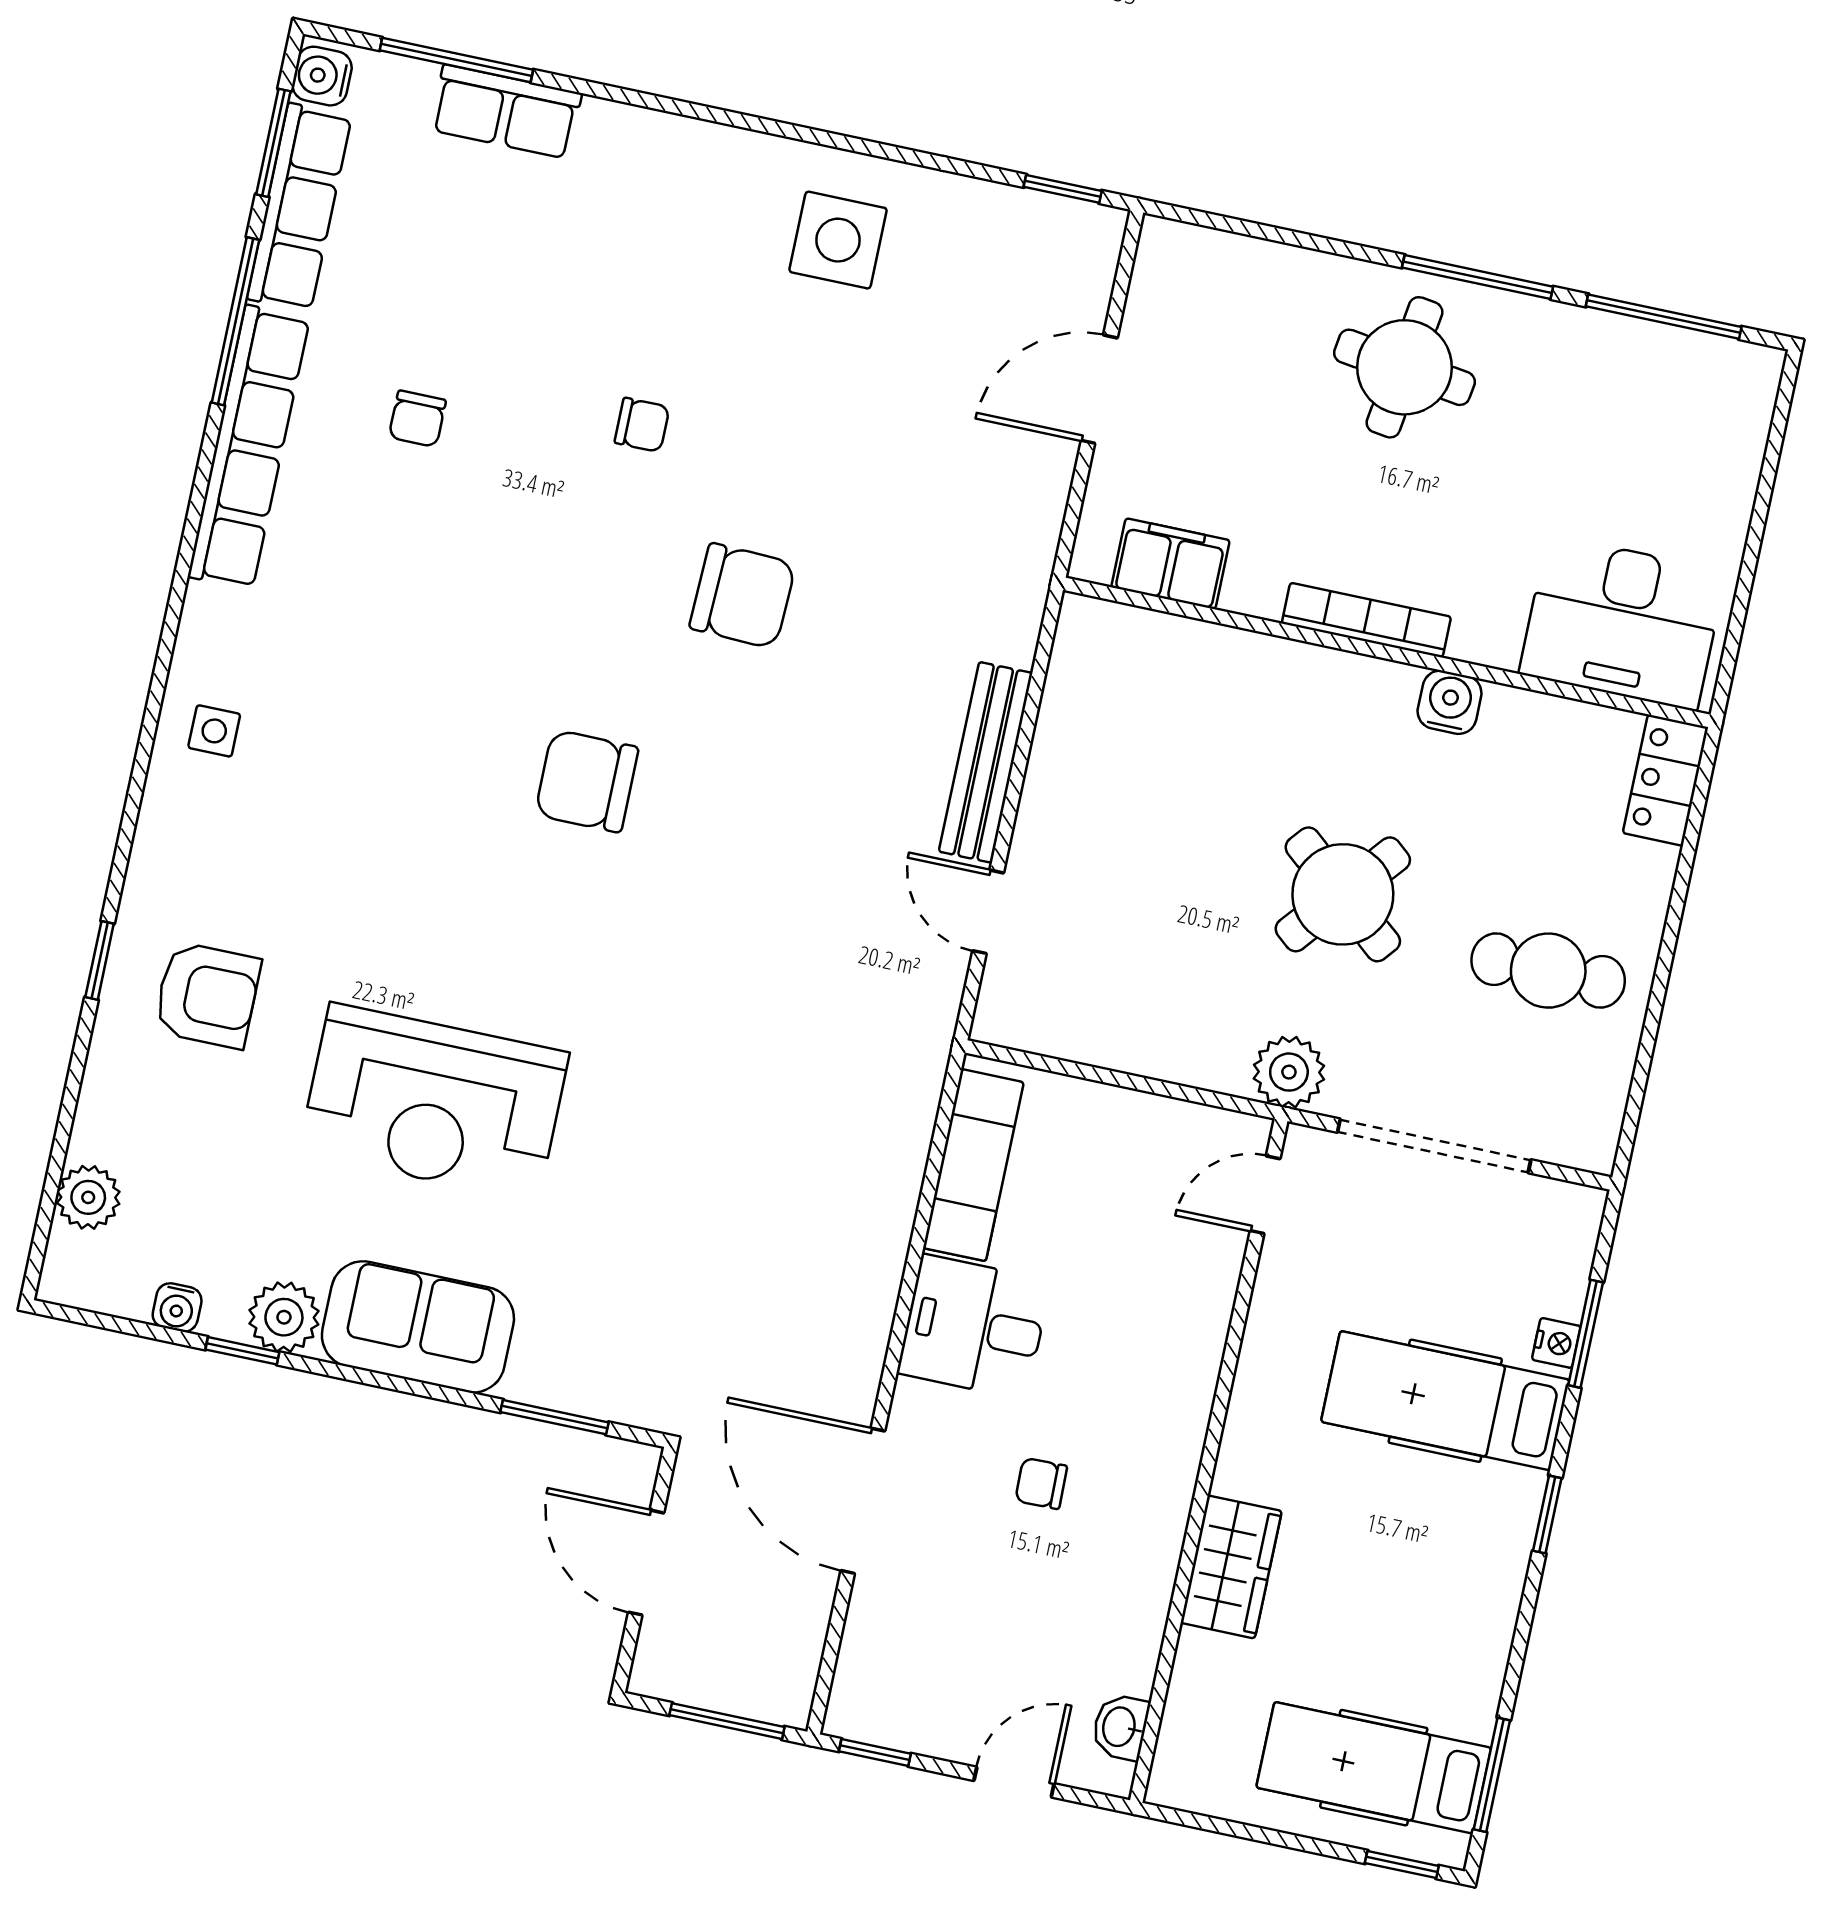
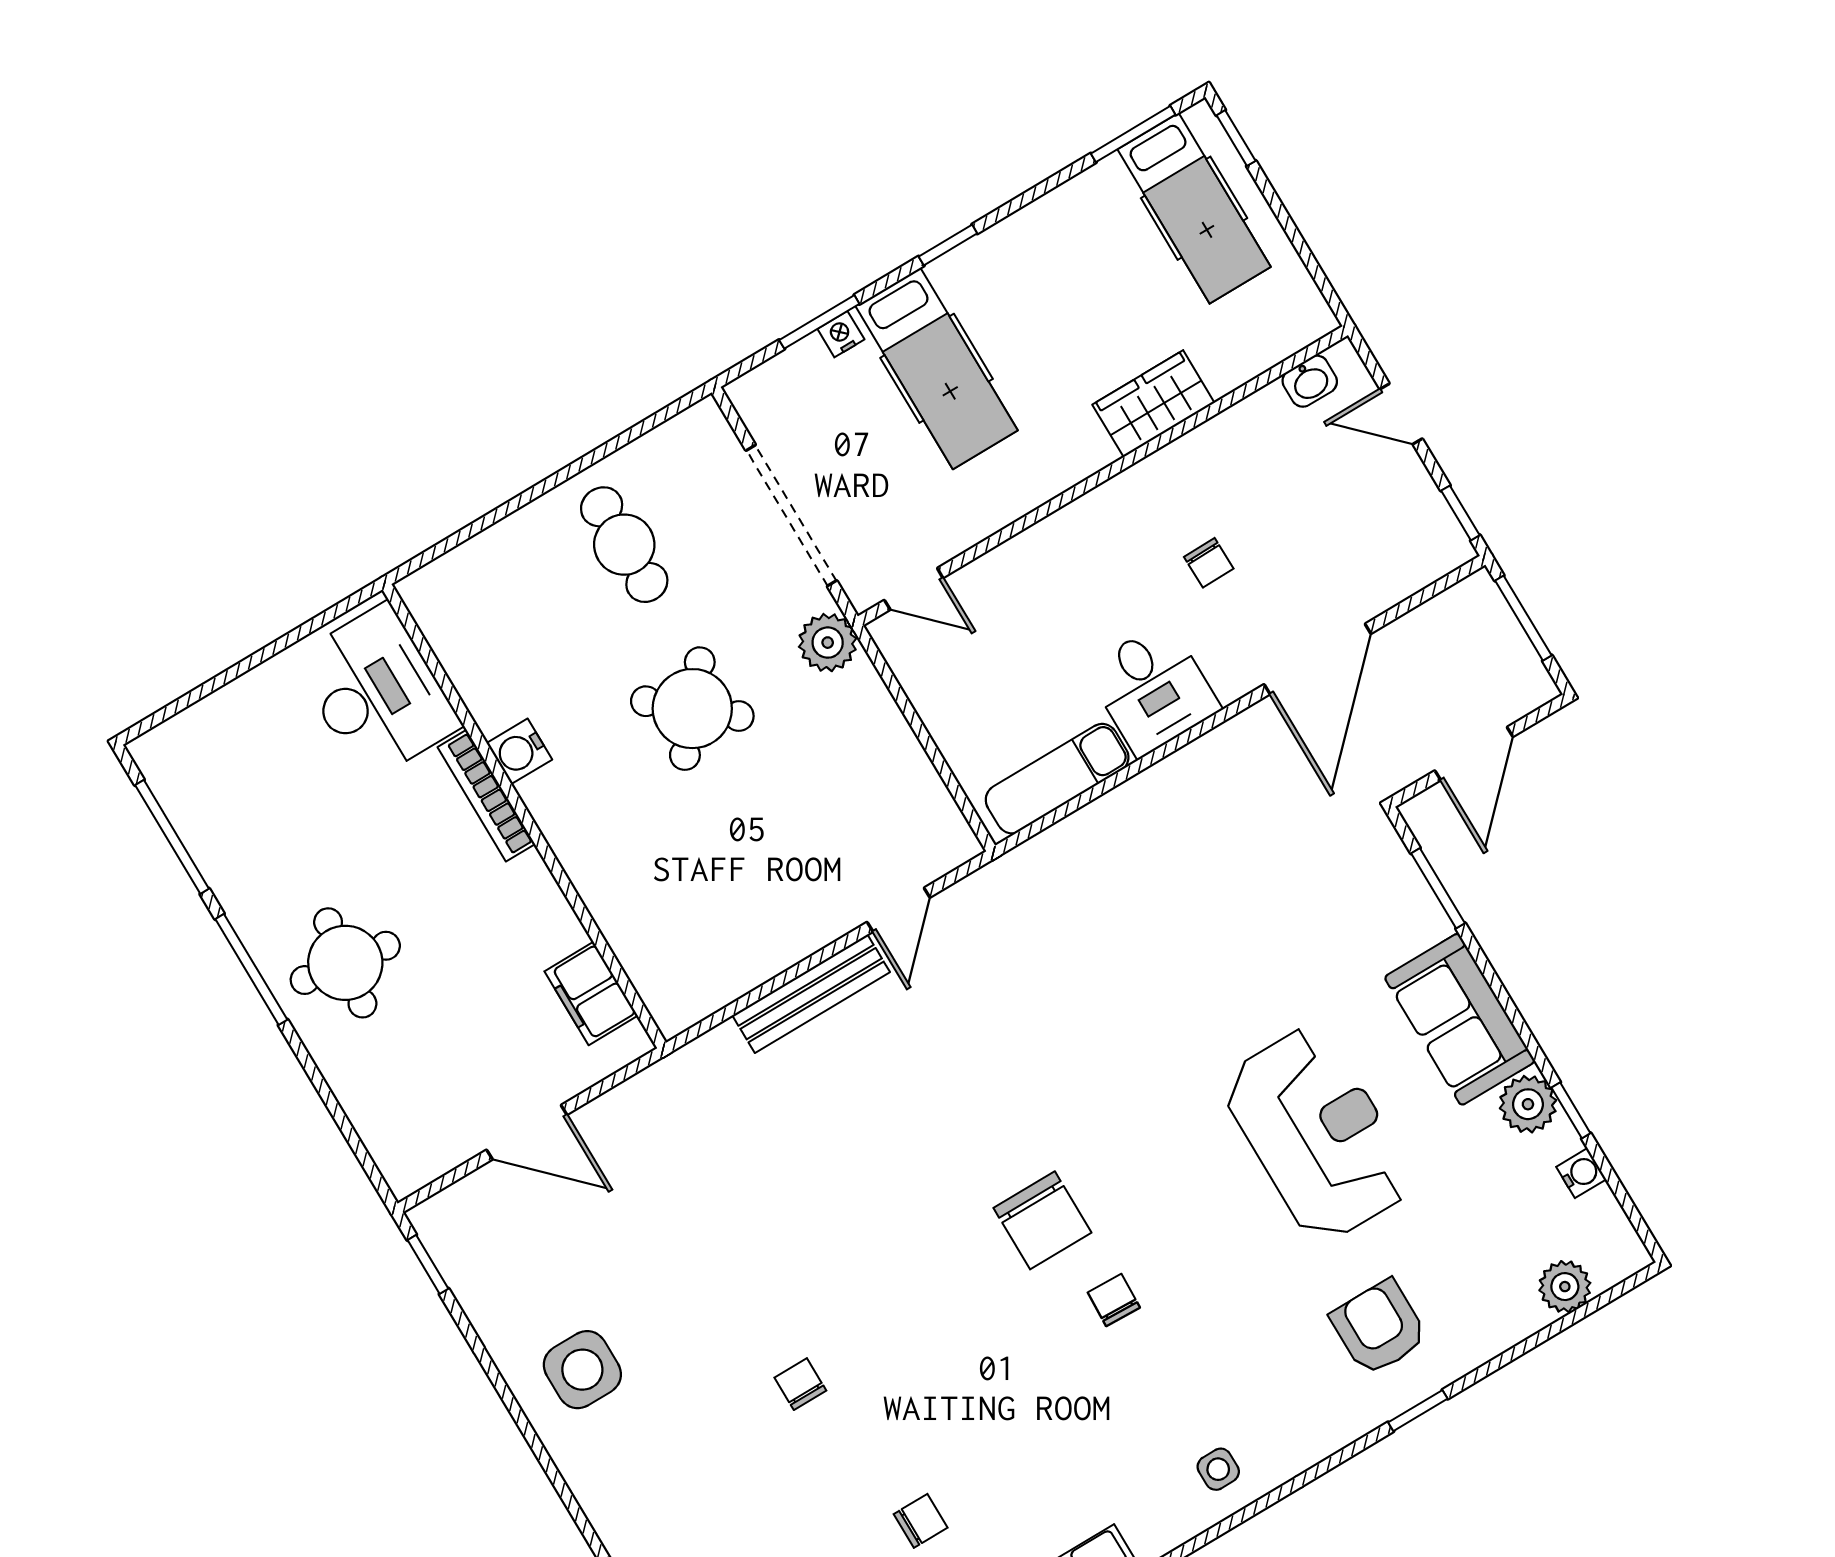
chair: (743, 596) -> (1114, 1300), moved, width x0.54, depth x0.54
bookcase: (1366, 620) -> (486, 796), moved
locker: (1665, 780) -> (446, 580), removed

